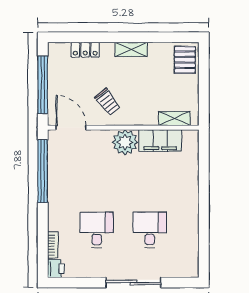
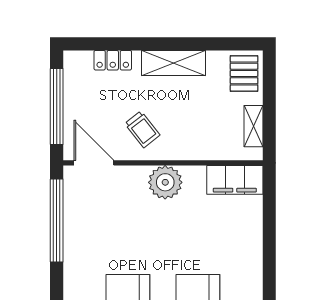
shelving: (131, 49) -> (173, 63), width x1.50, depth x1.33
shelving: (174, 119) -> (253, 126), moved, turned 90
filing cabinet: (160, 140) -> (235, 180), moved

